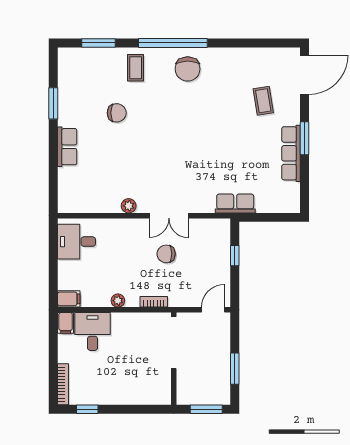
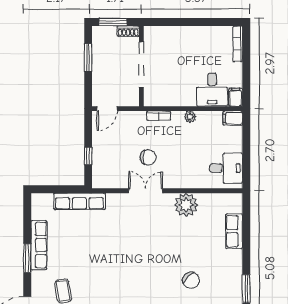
chair: (117, 113) -> (191, 280), turned -134
row of seats: (67, 147) -> (234, 231), moved
row of seats: (235, 203) -> (79, 201), width x1.48
plant: (129, 206) -> (186, 205), width x1.88, depth x1.88
doorway: (174, 343) -> (141, 65), moved
shoe rack: (189, 399) -> (128, 31), added
window: (87, 409) -> (217, 22), removed

